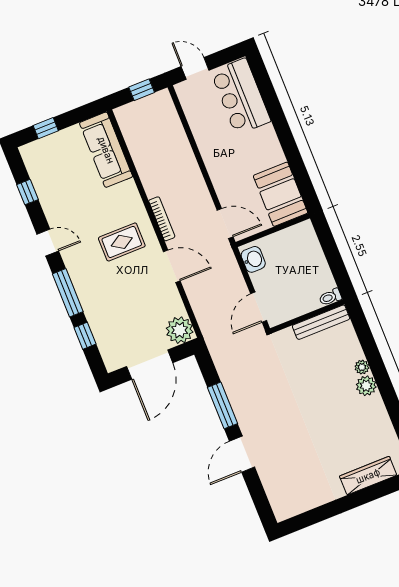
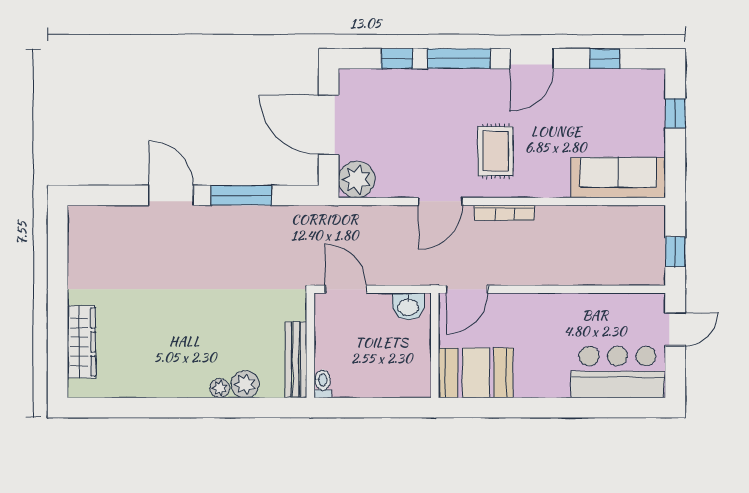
door: (48, 243) -> (532, 59), width x1.38
plant: (366, 386) -> (245, 384), moved

